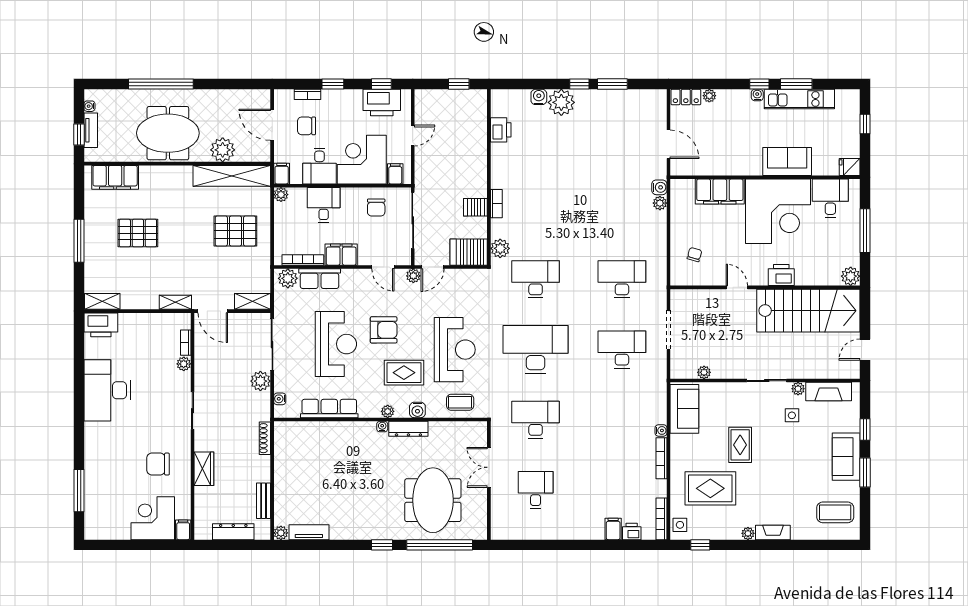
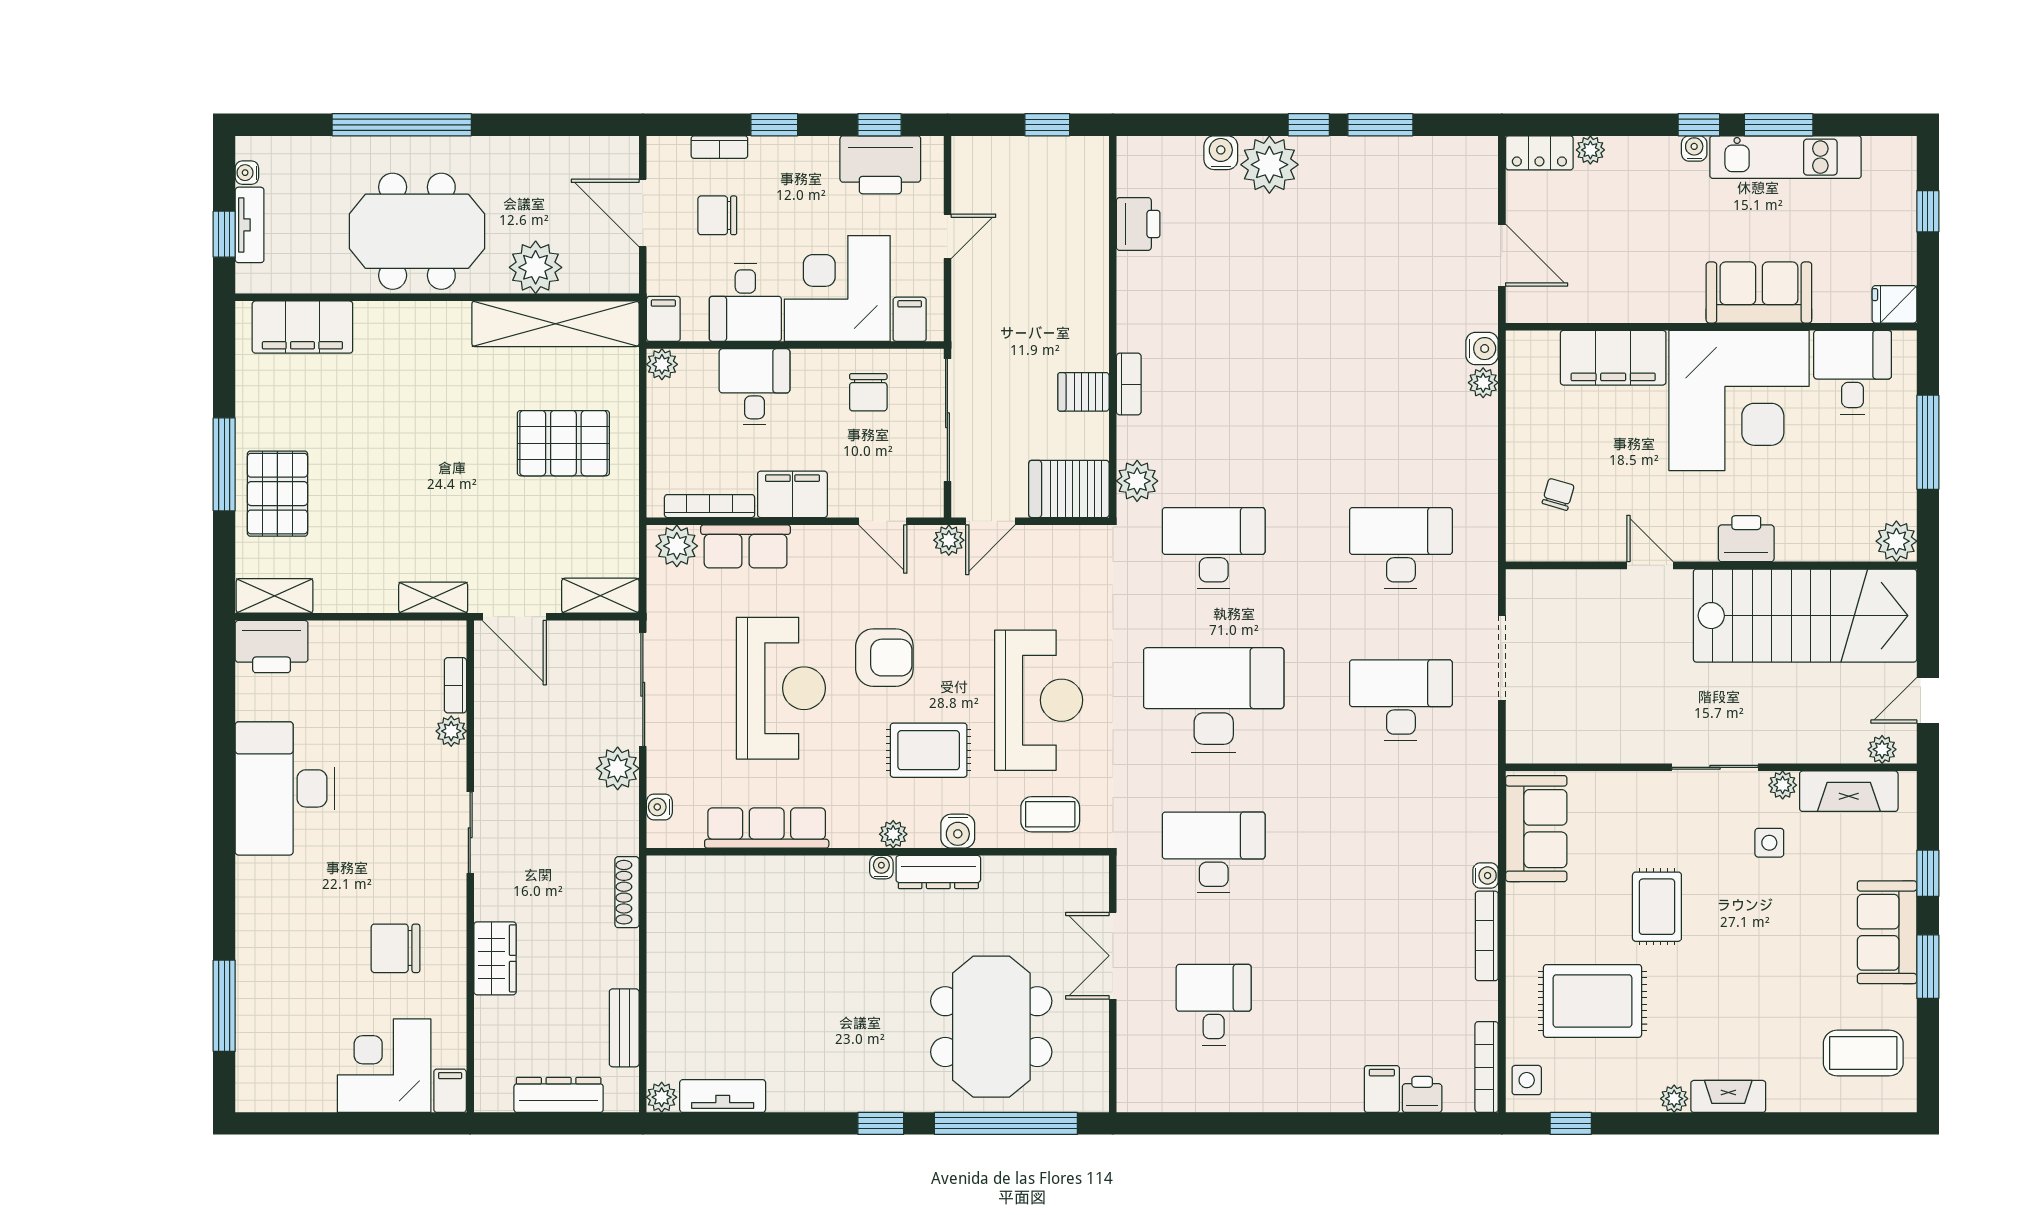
pallet: (138, 233) -> (277, 494), moved, turned 90
plant: (704, 372) -> (1882, 749), moved

